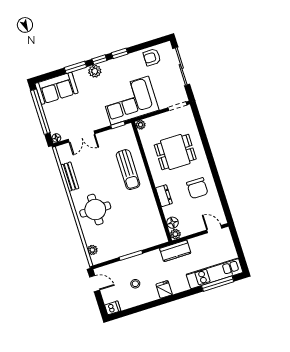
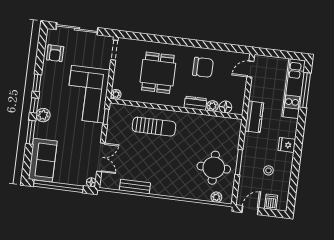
round table: (95, 210) -> (214, 168), moved
plant: (175, 234) -> (213, 106), moved
dishwasher: (113, 308) -> (271, 202), moved

